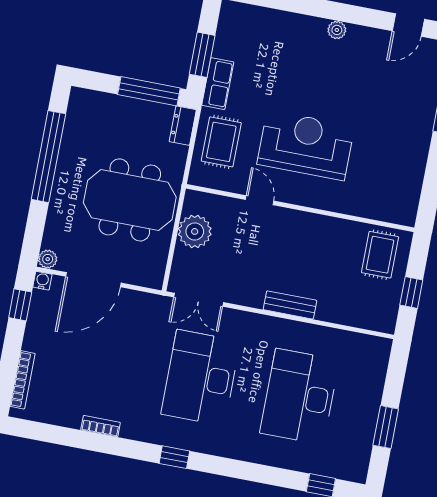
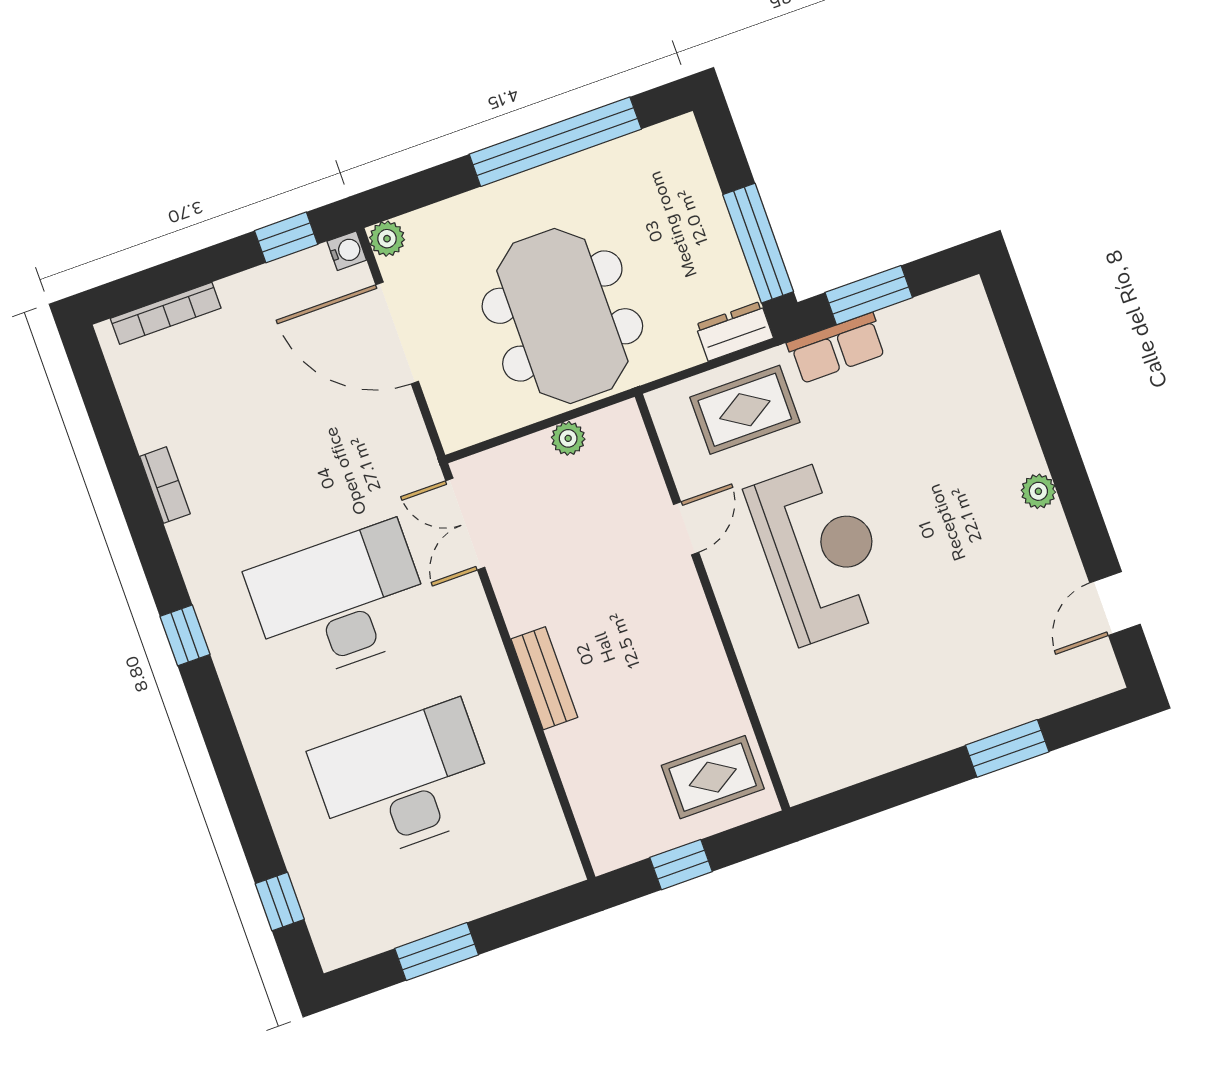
door: (408, 25) -> (1115, 604), hinge flipped
plant: (195, 231) -> (568, 438), width x0.53, depth x0.53

